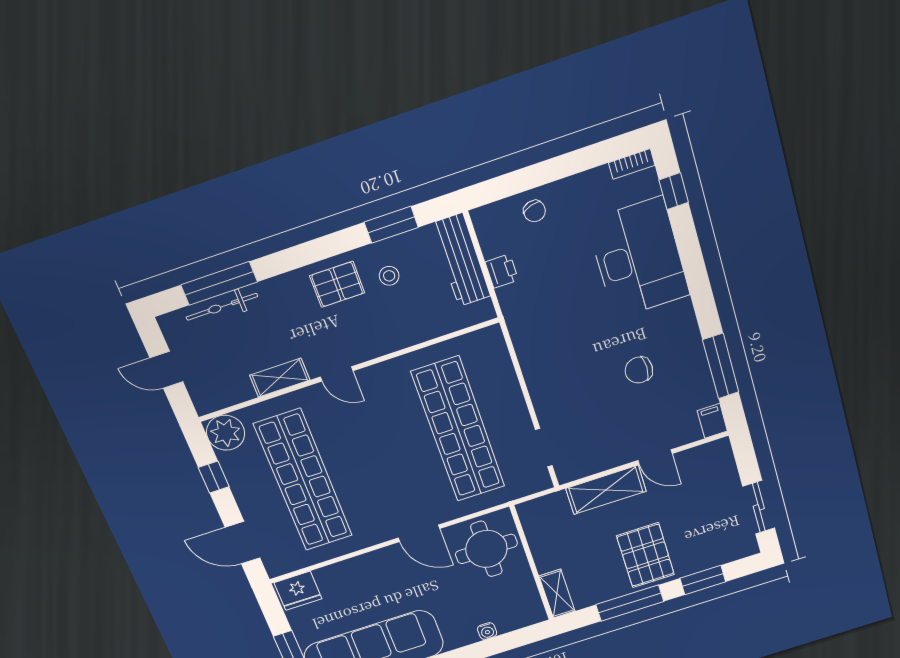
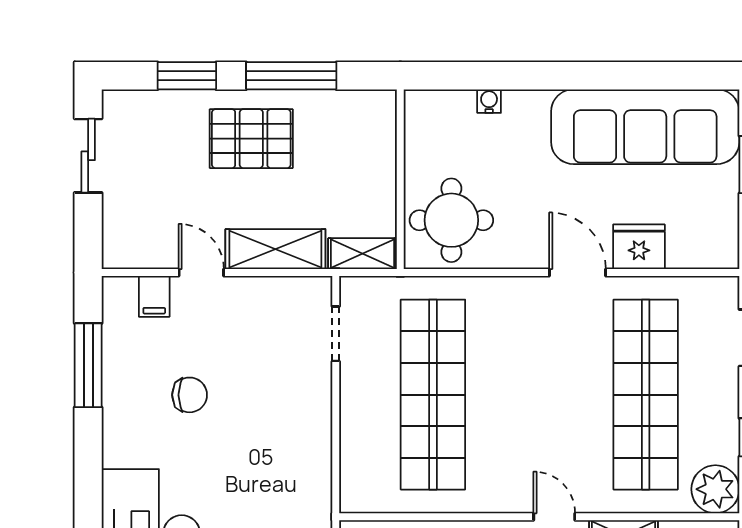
filing cabinet: (712, 421) -> (154, 296), moved
door: (419, 533) -> (578, 272), moved
pallet: (645, 555) -> (251, 139), turned 90
fridge: (298, 591) -> (639, 247), moved
shelving: (557, 594) -> (363, 254), moved, turned 90

